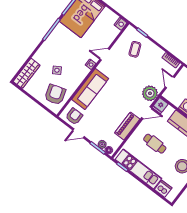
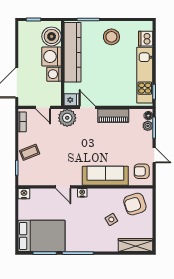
coffee table: (135, 49) -> (30, 152), moved
door: (170, 82) -> (43, 107), hinge flipped
cafe table: (155, 144) -> (110, 78), removed

